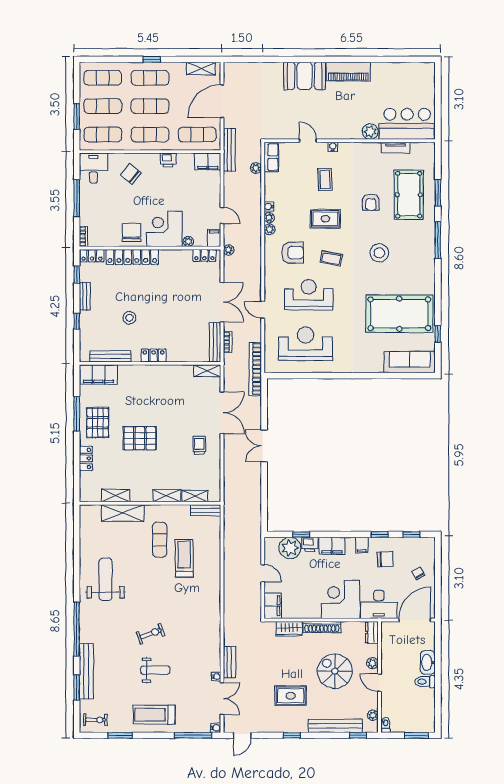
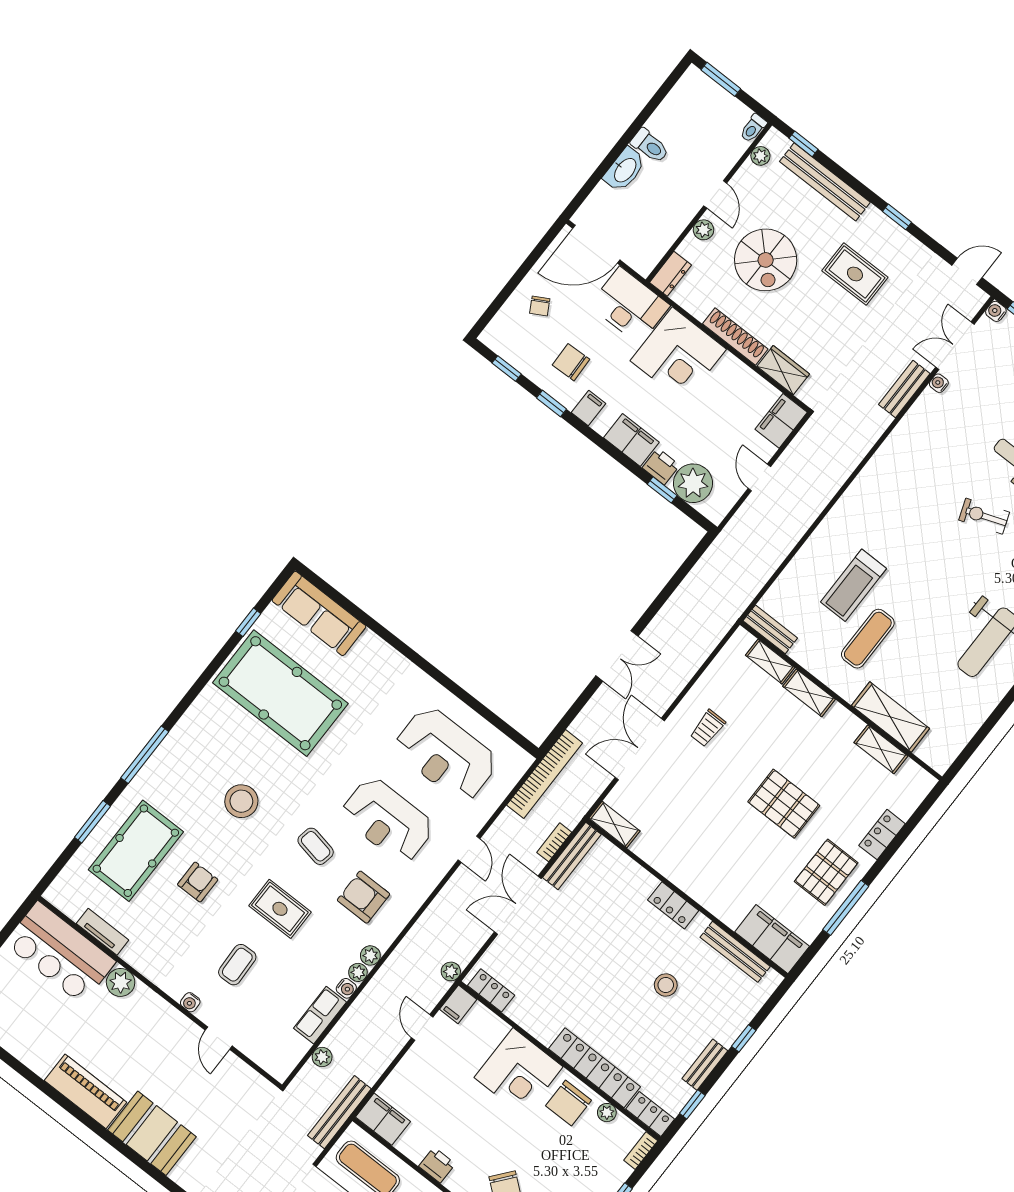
row of seats: (271, 157) -> (320, 1015), moved
plant: (188, 241) -> (607, 1113), moved

